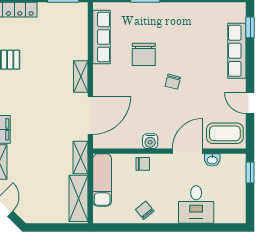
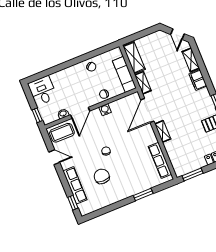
chair: (144, 54) -> (102, 176), moved
desk: (196, 204) -> (42, 91), moved

